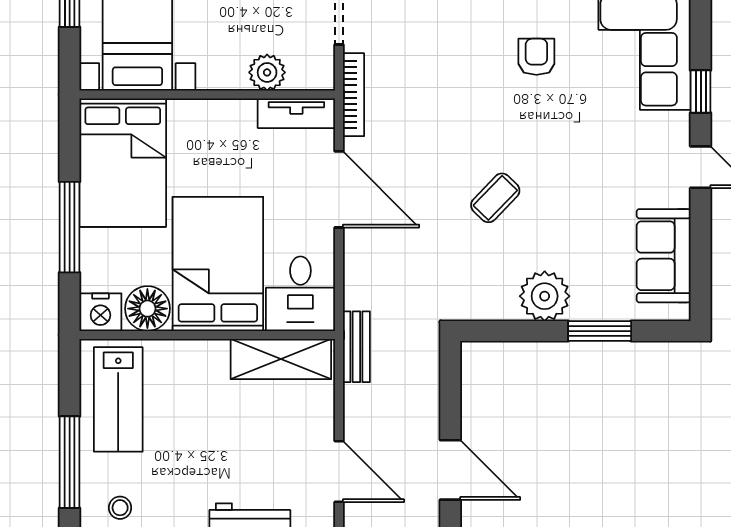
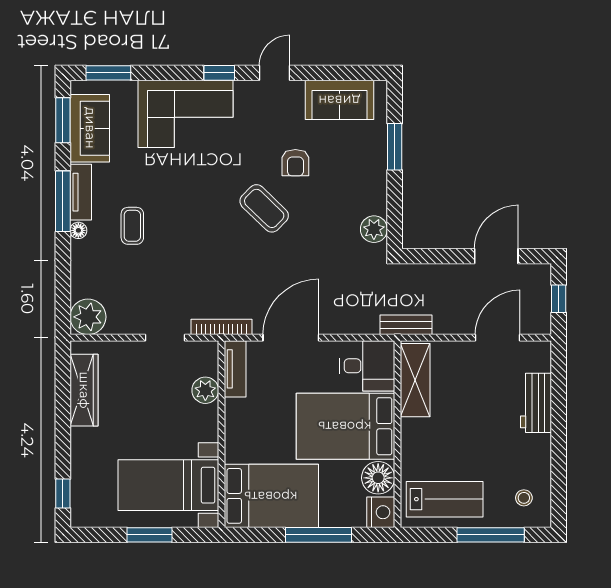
armchair: (536, 57) -> (295, 163), moved, turned -90
coffee table: (495, 198) -> (264, 208), moved, width x1.36, depth x1.30
plant: (545, 296) -> (374, 229), moved, width x0.73, depth x0.73

